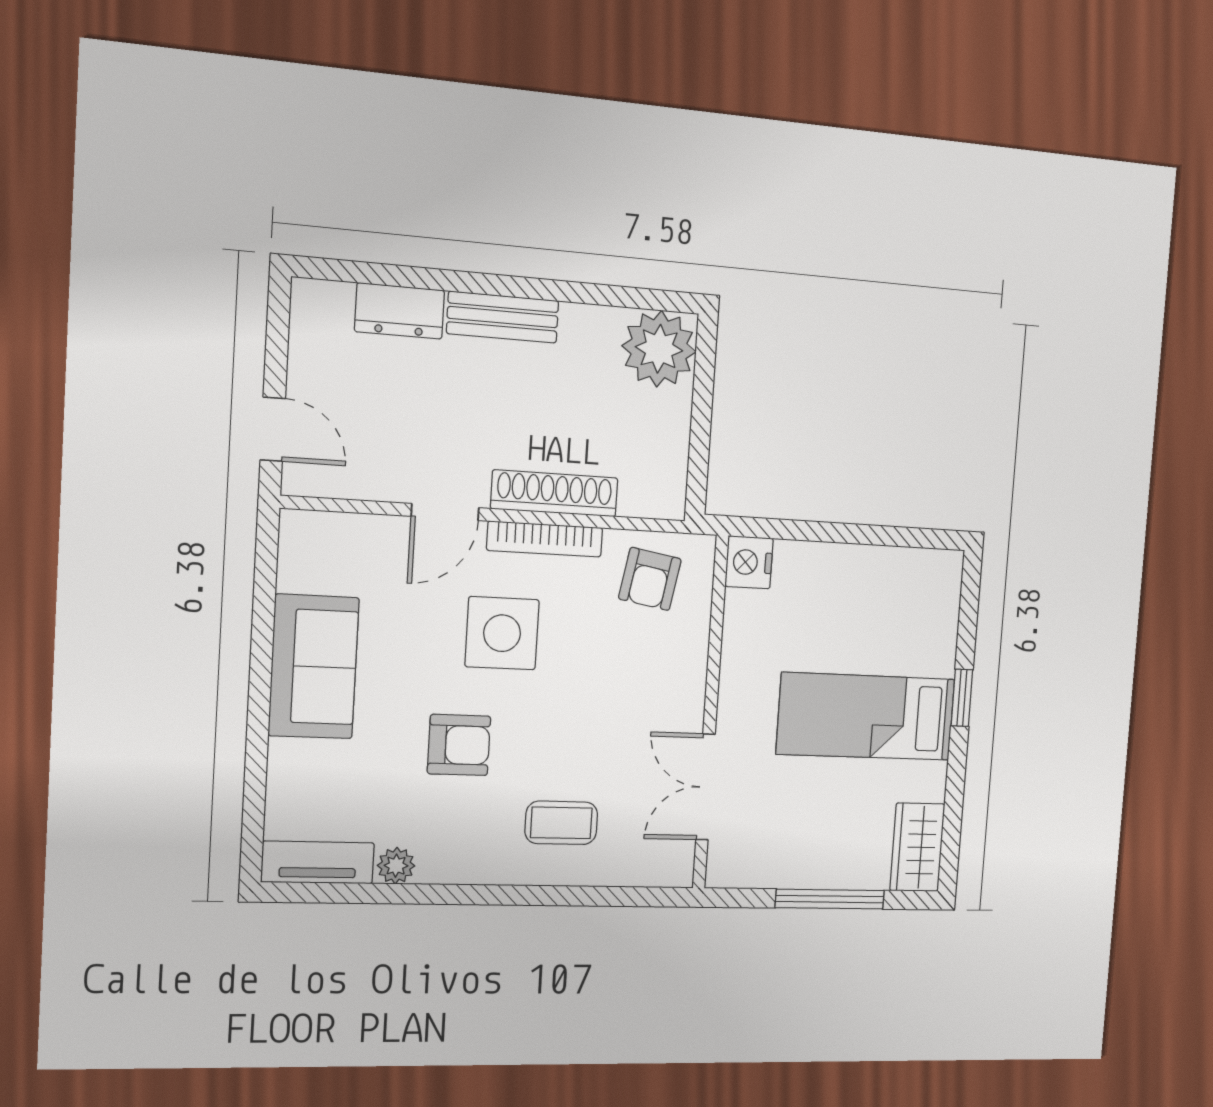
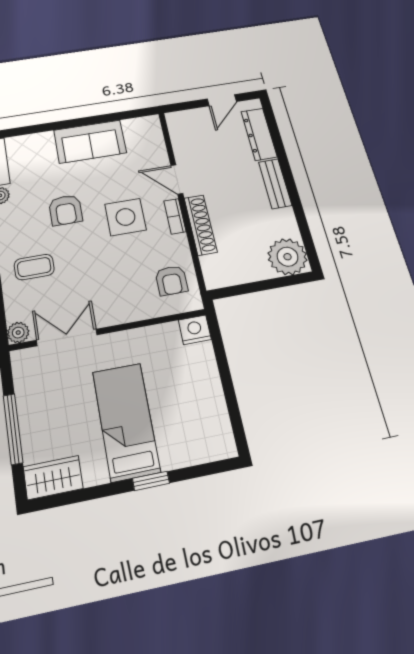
dresser: (400, 311) -> (259, 134), width x1.44
door: (273, 429) -> (222, 100), moved
bookcase: (545, 539) -> (175, 216), width x0.64
armchair: (650, 579) -> (171, 280), turned -100
coffee table: (561, 823) -> (34, 267), turned 90
plant: (675, 869) -> (18, 333), added

